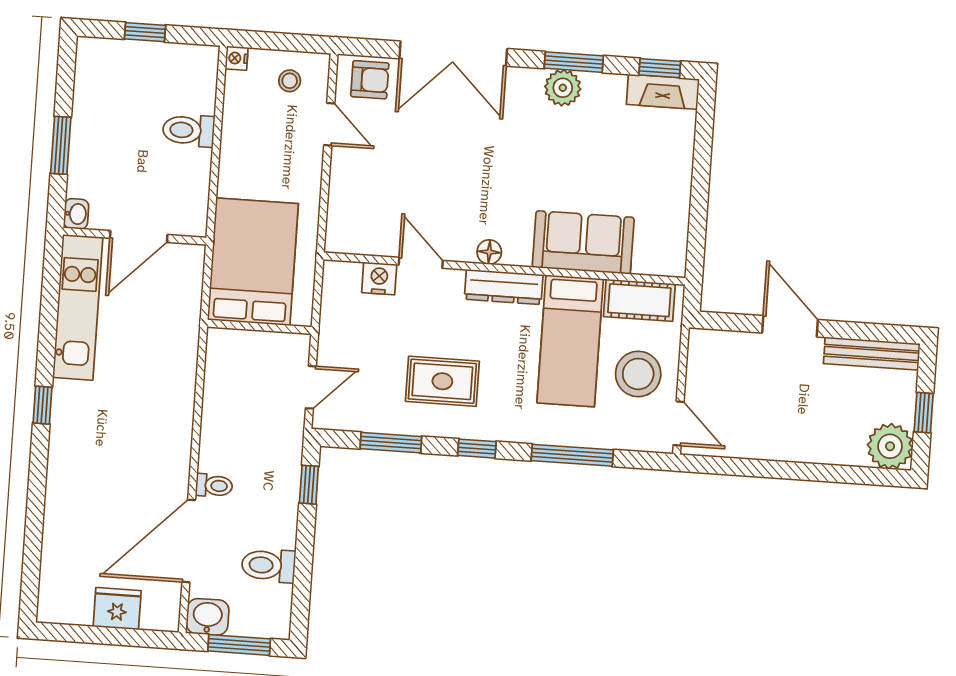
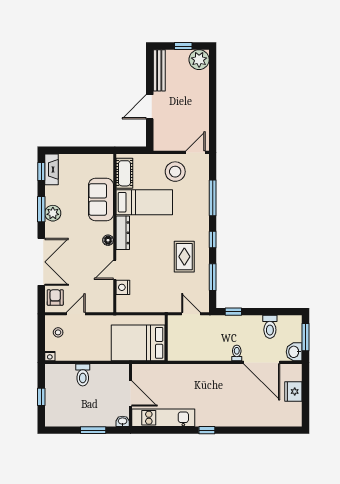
sofa: (583, 242) -> (101, 200), moved
floor lamp: (489, 252) -> (108, 240), moved
door: (421, 263) -> (115, 270), moved
wall: (504, 269) -> (115, 233), moved
nightstand: (379, 278) -> (123, 287), moved
dresser: (504, 287) -> (123, 233), moved
cot: (639, 300) -> (124, 173), moved
bed: (570, 341) -> (144, 202), moved

